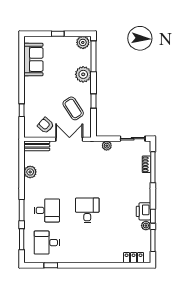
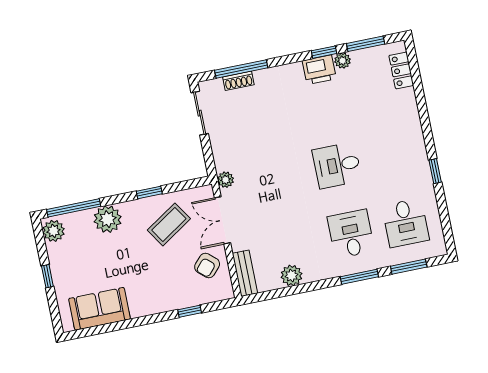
plant: (107, 146) -> (226, 180), moved
window: (51, 265) -> (435, 171), moved

